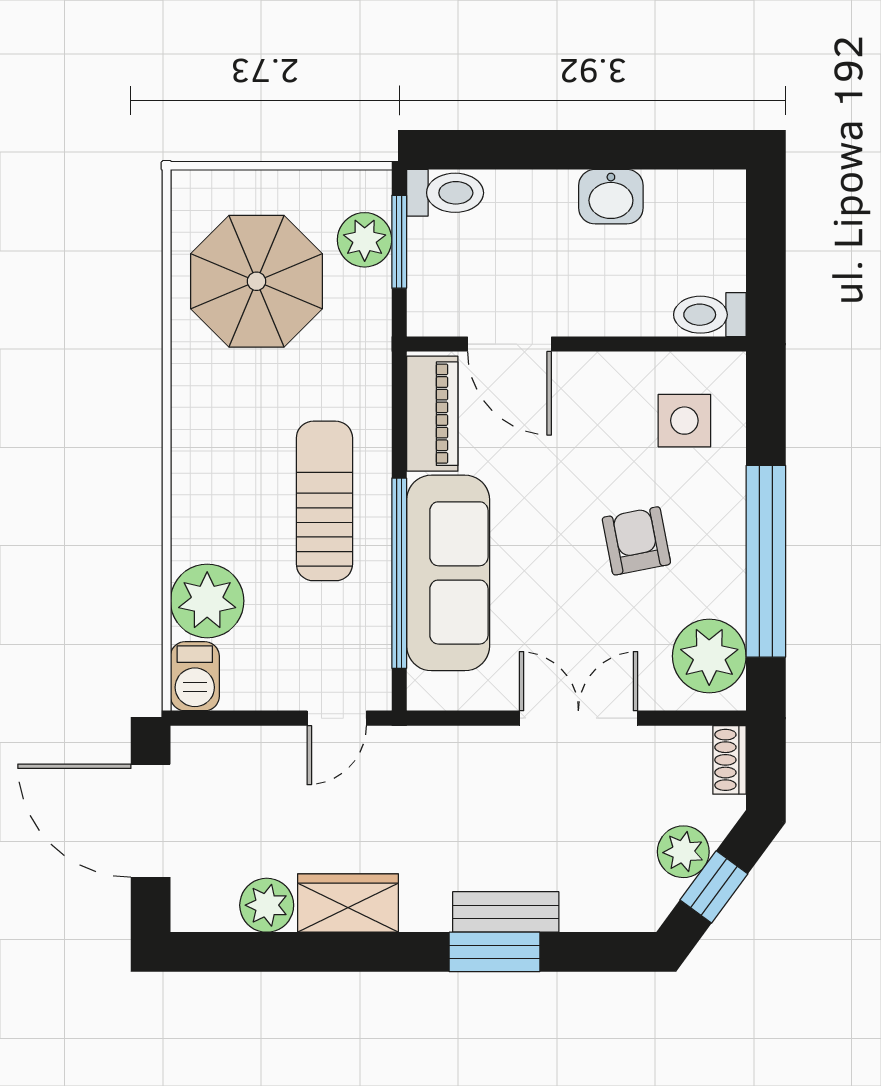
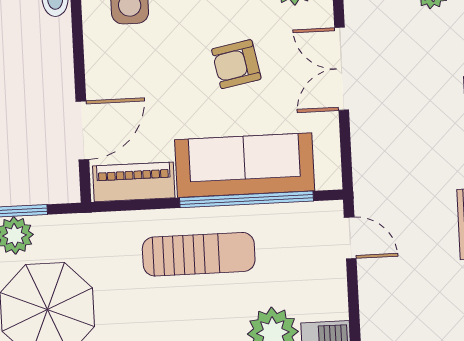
sun lounger: (324, 501) -> (199, 254), turned 180
armchair: (636, 541) -> (236, 64), moved

